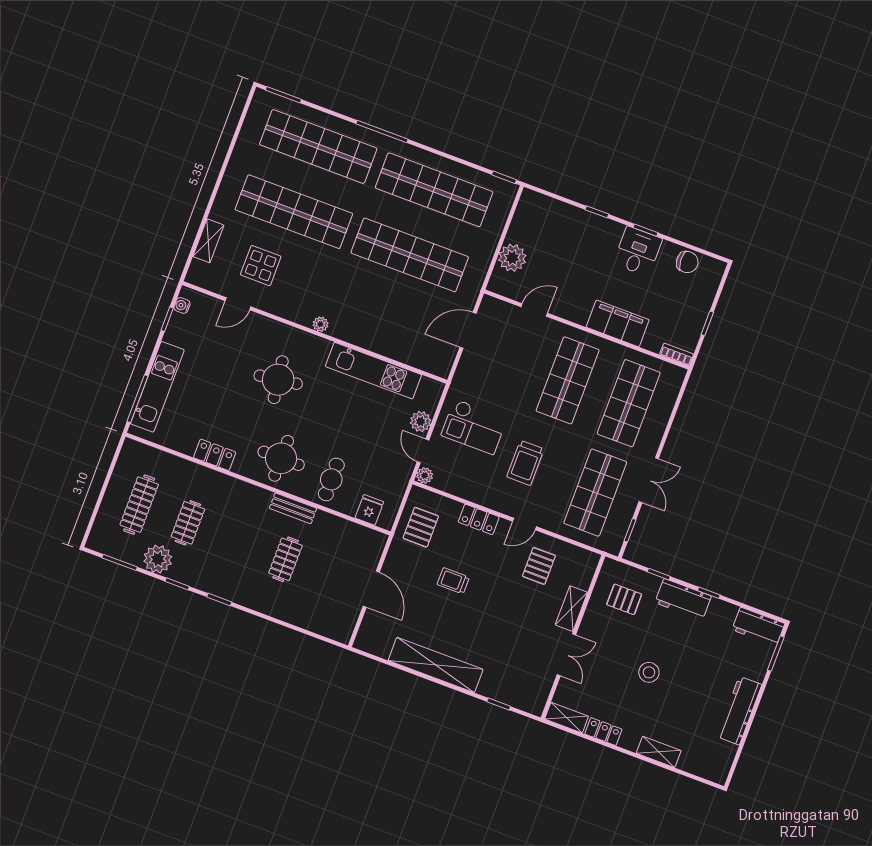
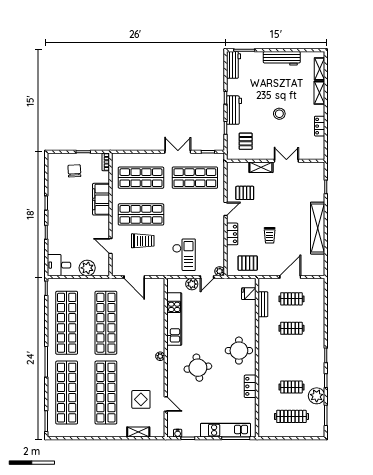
desk: (638, 251) -> (59, 265), moved
chair: (687, 262) -> (74, 171), moved
trolley: (525, 463) -> (143, 241), moved
cafe table: (331, 479) -> (240, 320), removed
bench: (293, 508) -> (263, 304), moved
door: (524, 524) -> (225, 209), hinge flipped
clothes rail: (334, 578) -> (291, 299), added
shelving: (567, 718) -> (320, 69), moved

